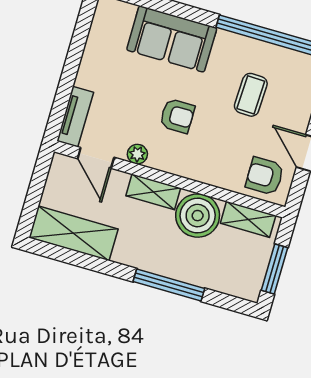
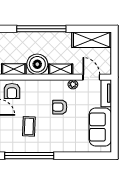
sofa: (172, 39) -> (100, 127), moved, turned -90
armchair: (265, 176) -> (12, 91), turned 90
window: (169, 285) -> (41, 29), width x1.46

